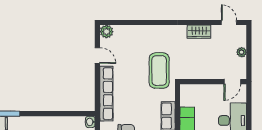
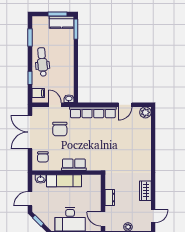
coffee table: (159, 71) -> (112, 157), removed
dresser: (207, 74) -> (110, 198), added

